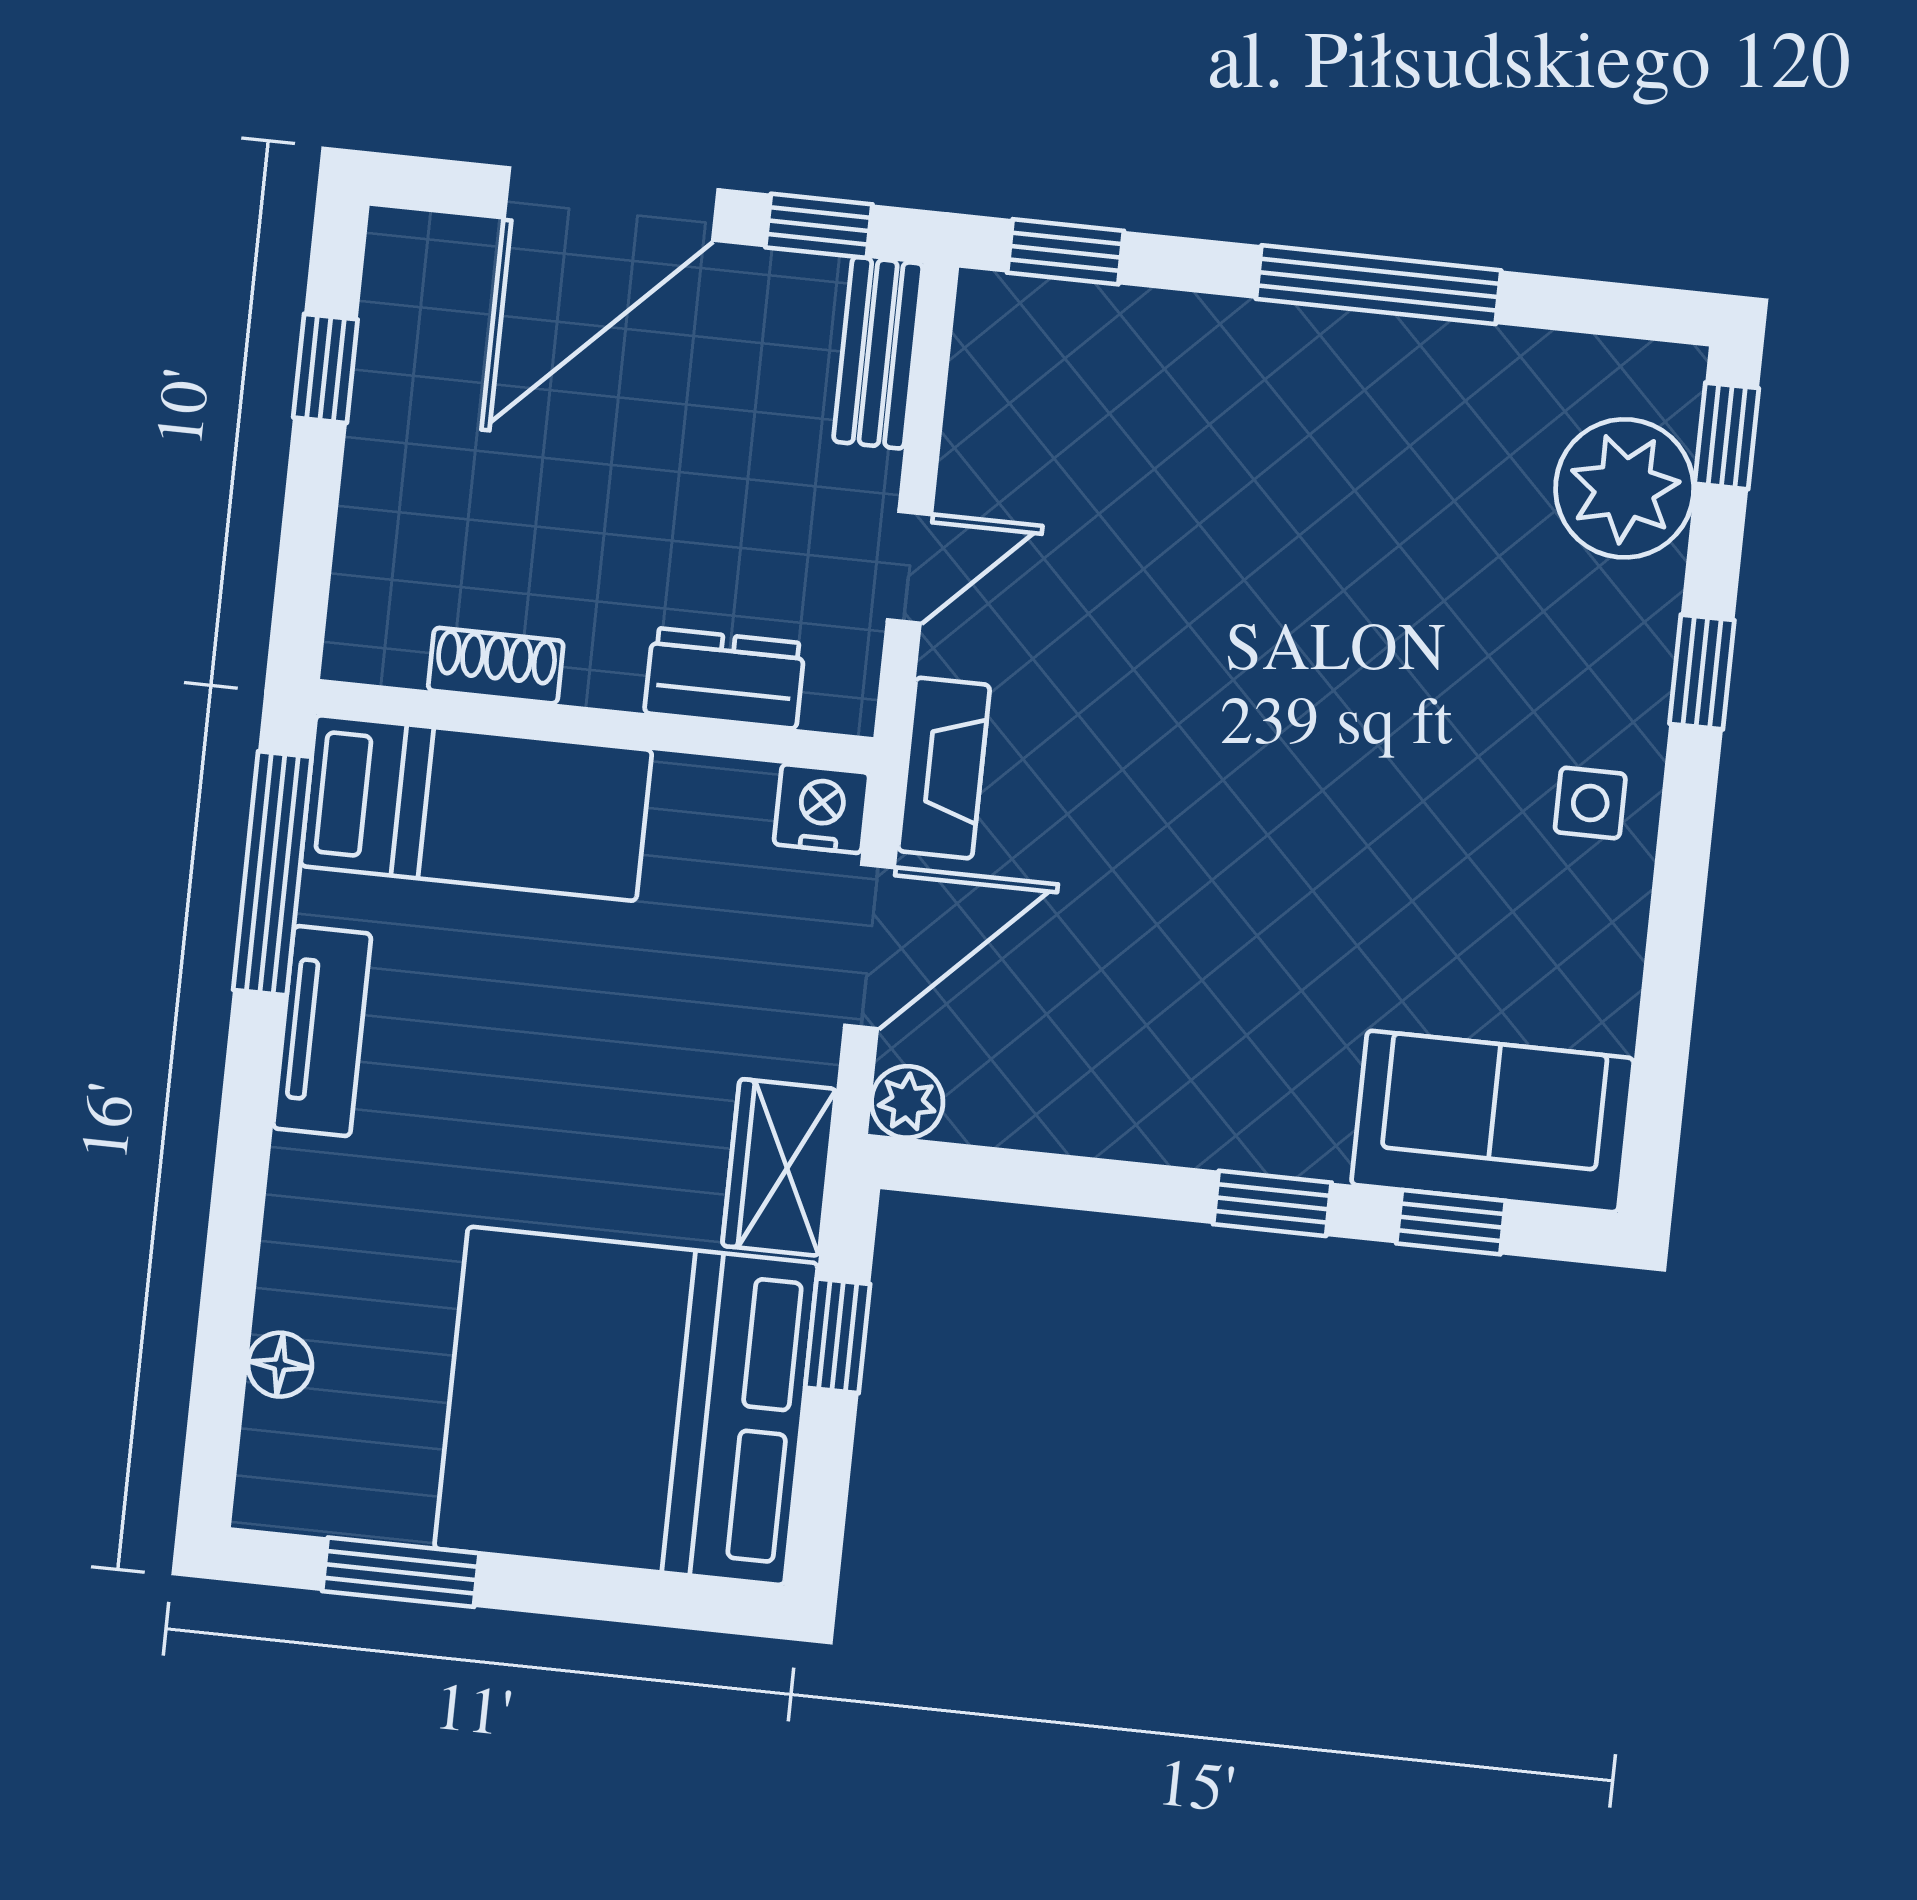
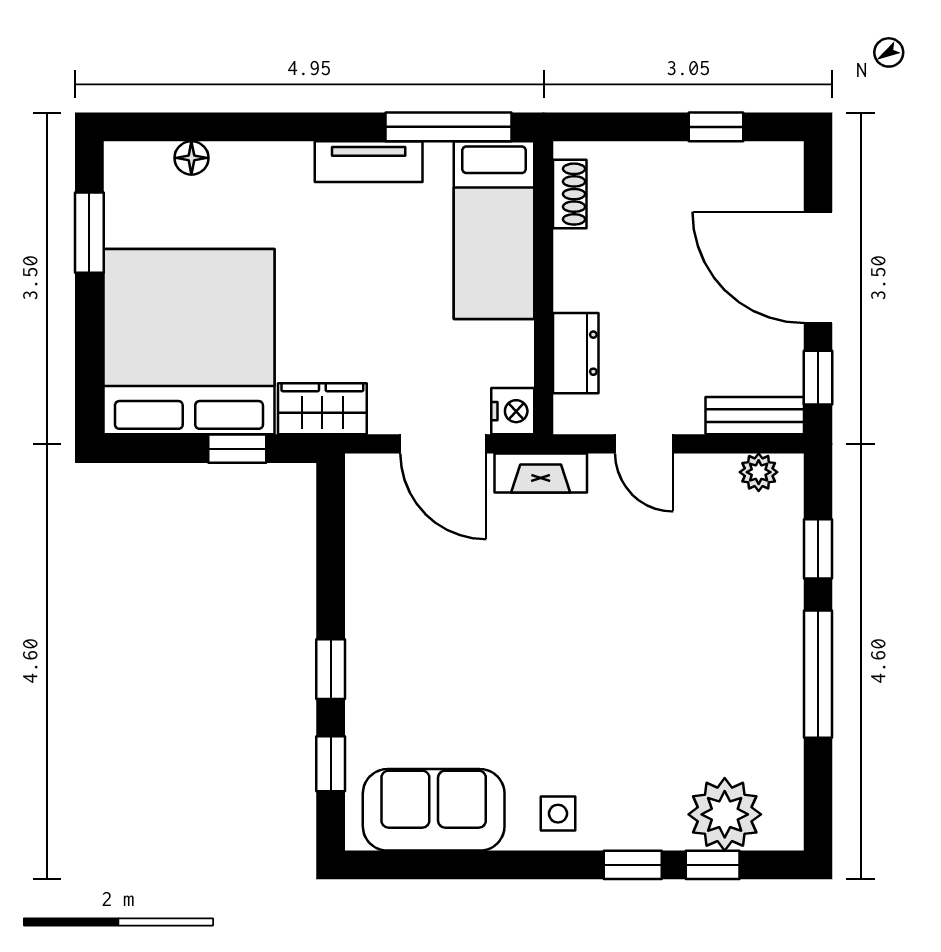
window: (1066, 252) -> (818, 549), moved
window: (1727, 436) -> (713, 865), moved
shoe rack: (496, 666) -> (570, 194), moved
plant: (907, 1102) -> (759, 472), moved
sofa: (1493, 1121) -> (434, 810), moved, turned -90

